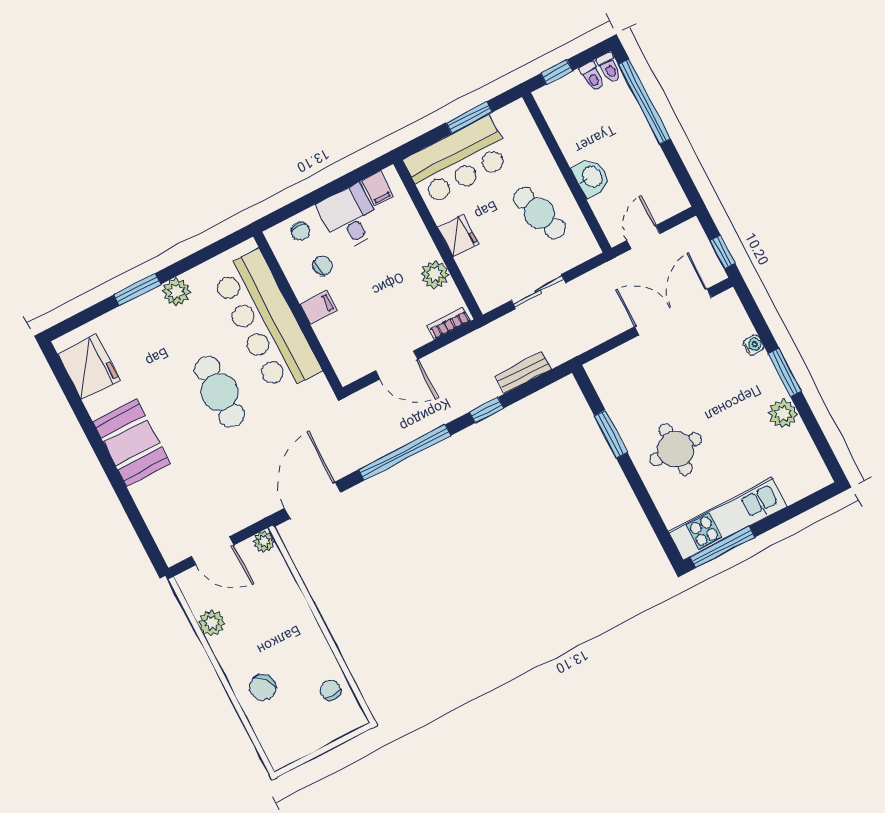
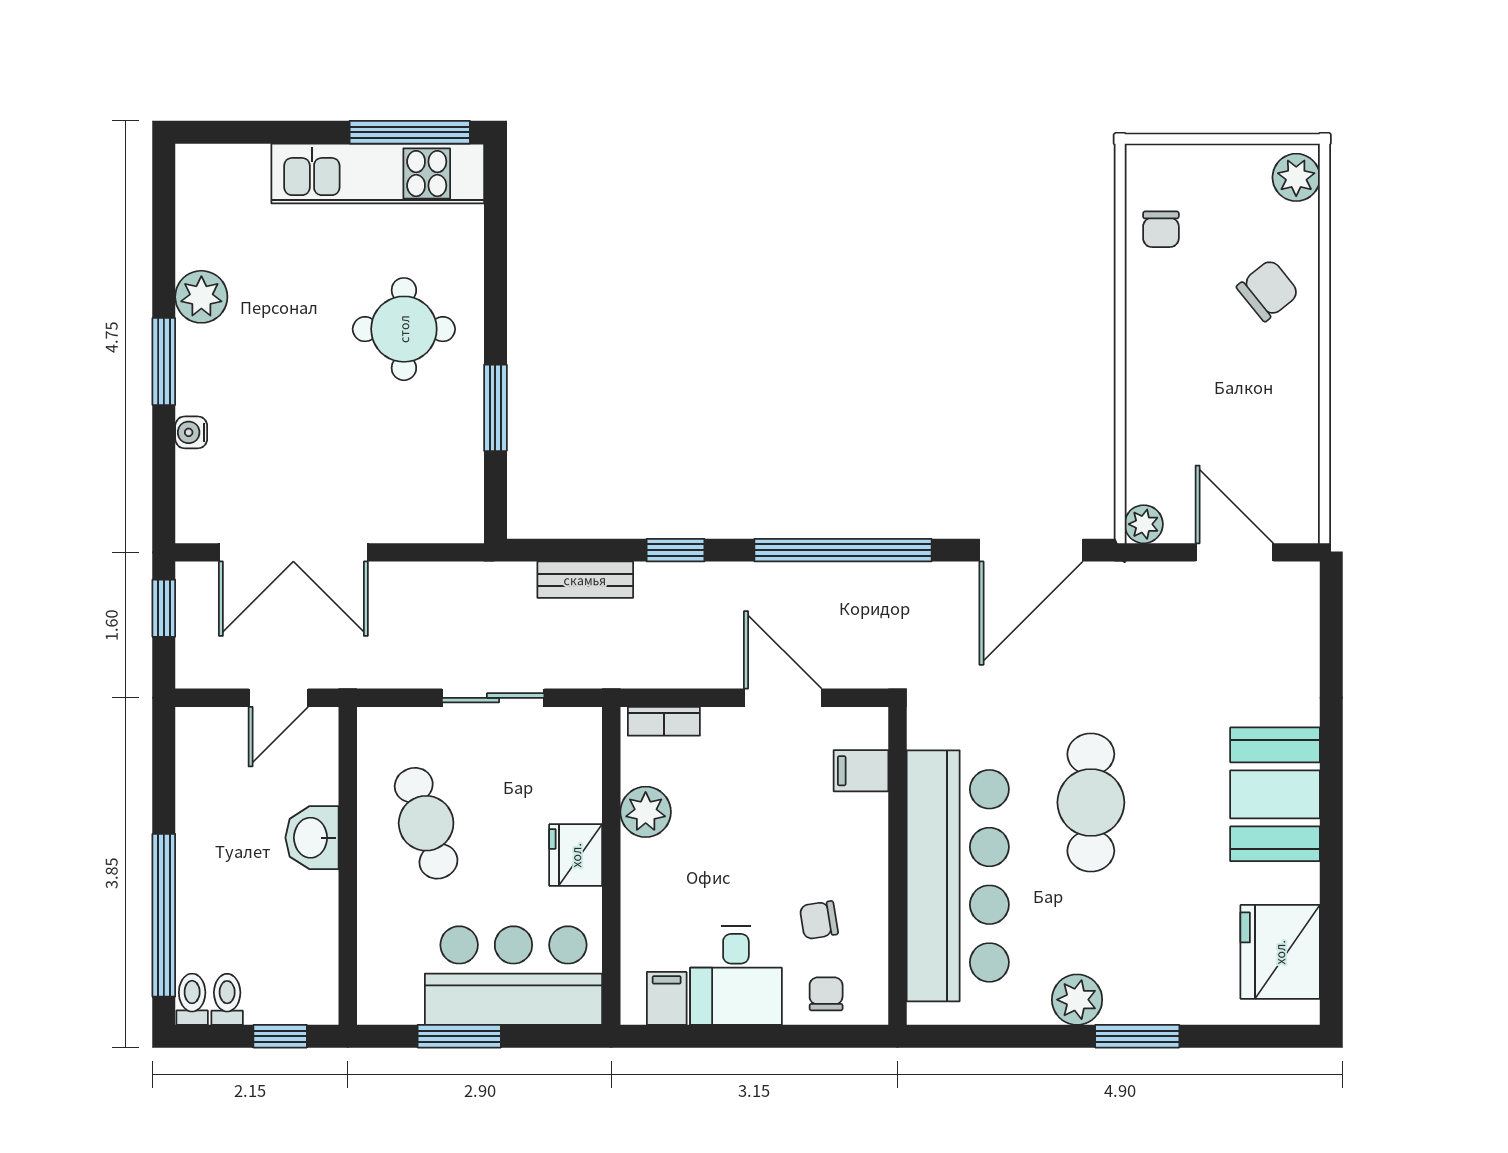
filing cabinet: (318, 307) -> (861, 771), moved
plant: (212, 623) -> (1296, 177), moved

